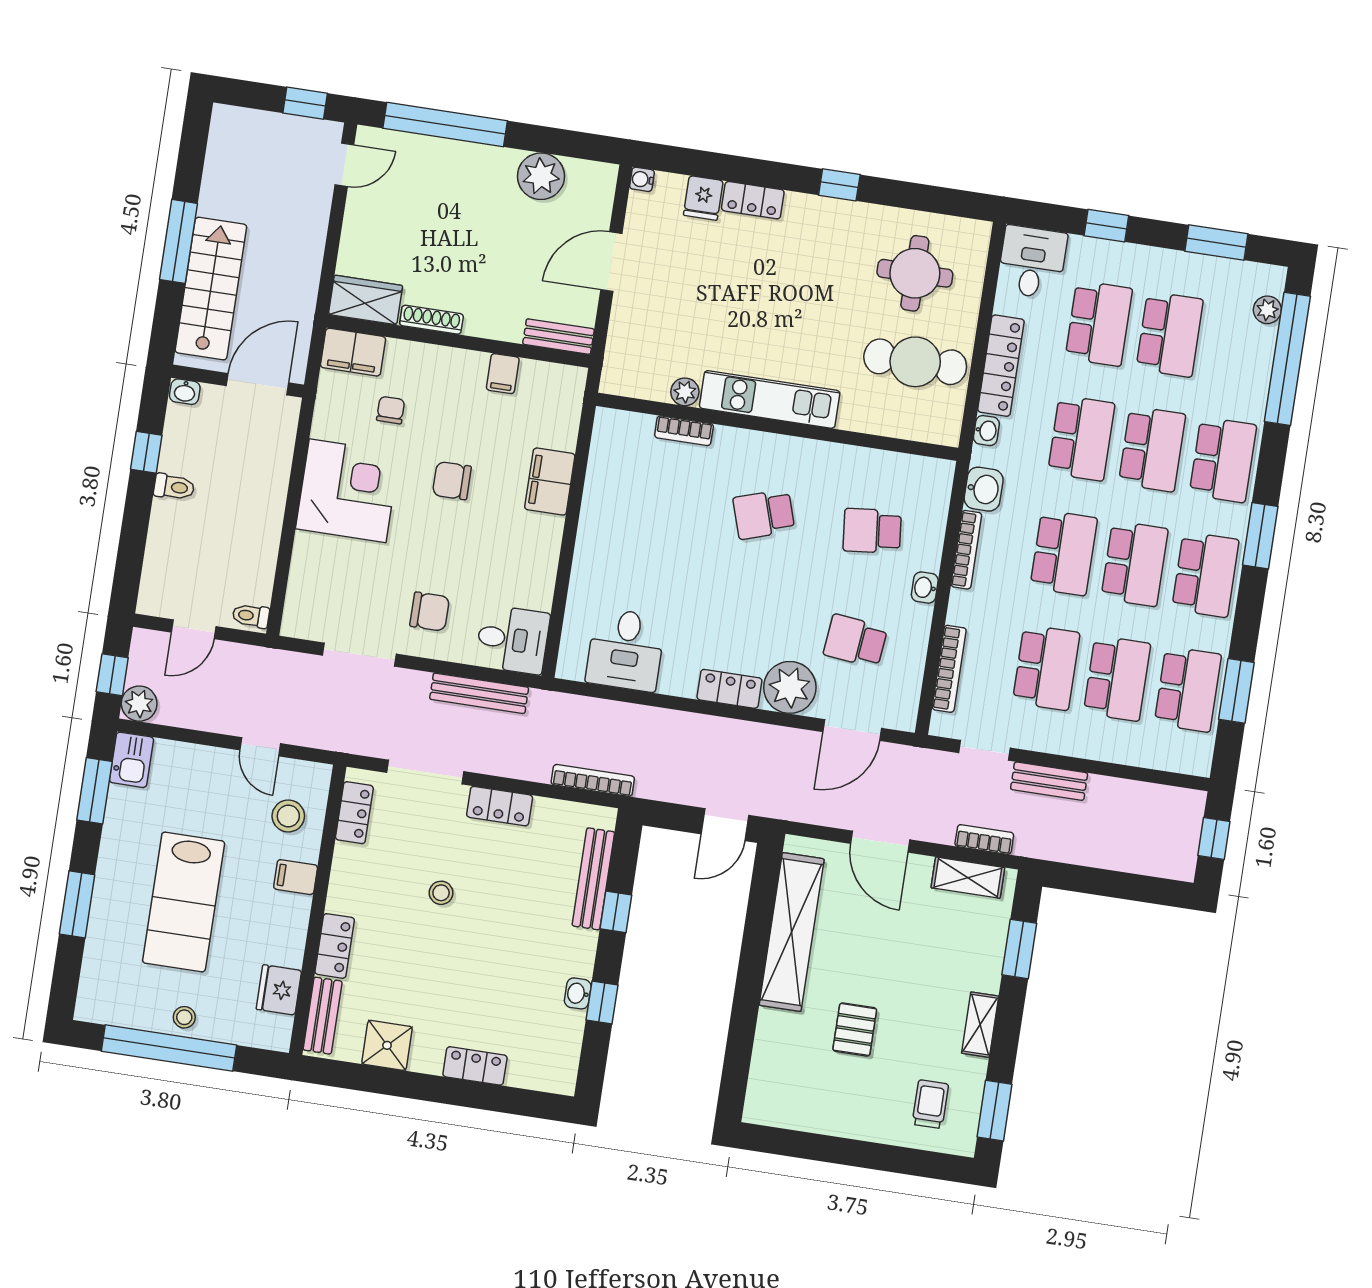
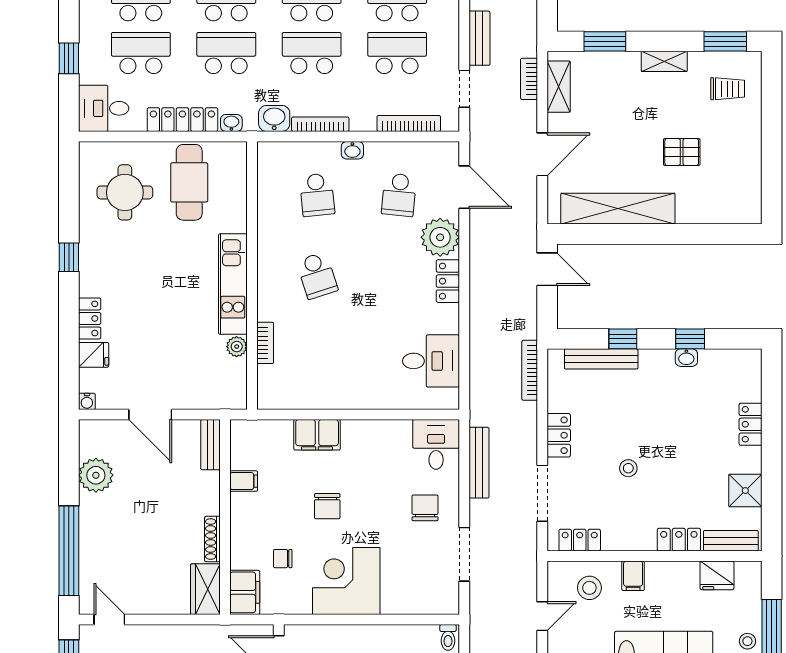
trolley: (930, 1104) -> (728, 89), turned 180

